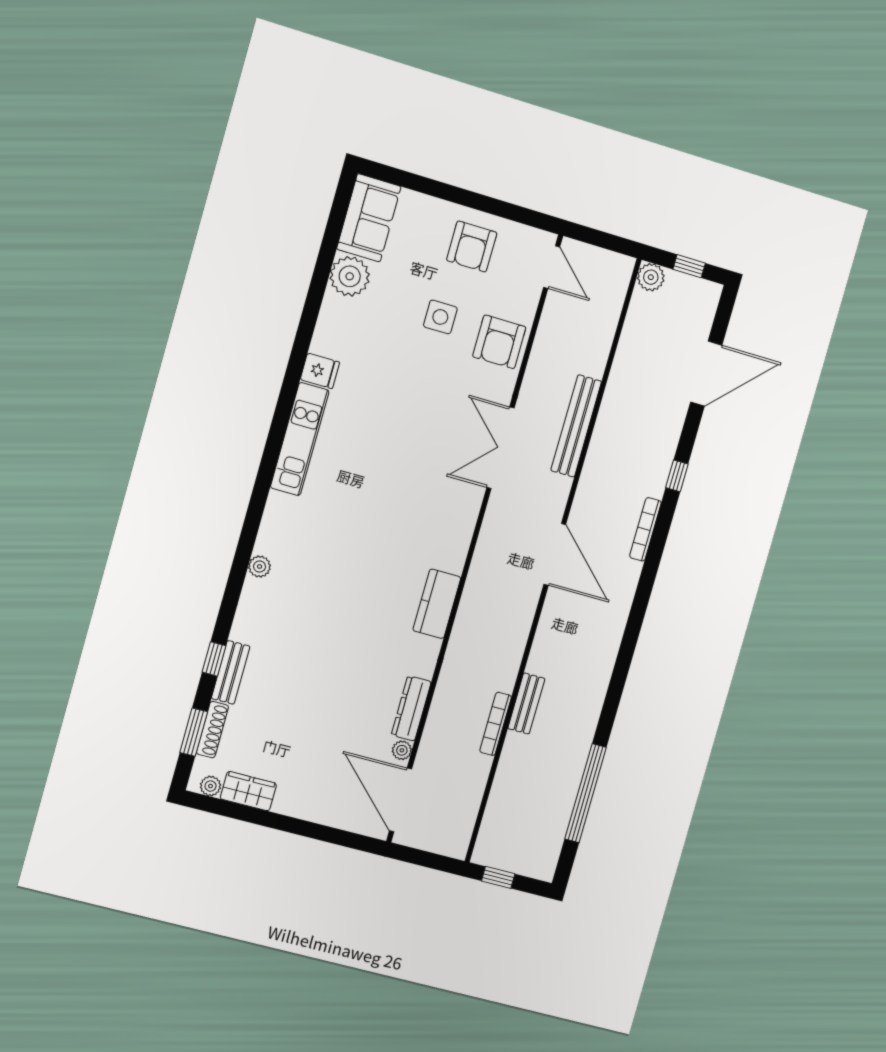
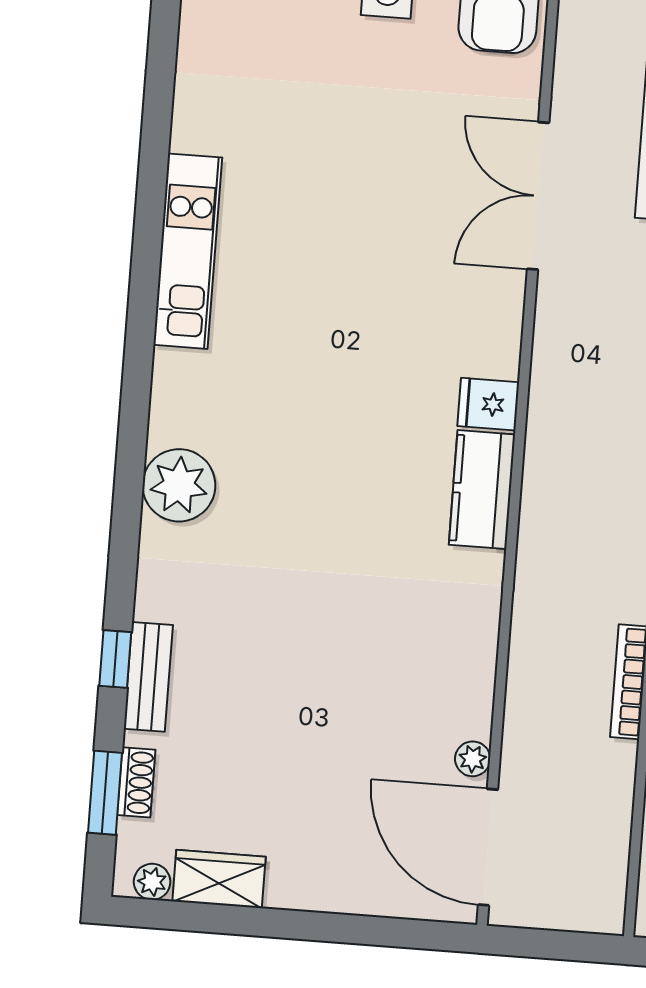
fridge: (320, 371) -> (488, 404), moved, turned 180
plant: (260, 567) -> (179, 485), width x1.87, depth x1.87
dresser: (411, 708) -> (474, 682), removed
shoe rack: (212, 730) -> (136, 782), width x0.70

